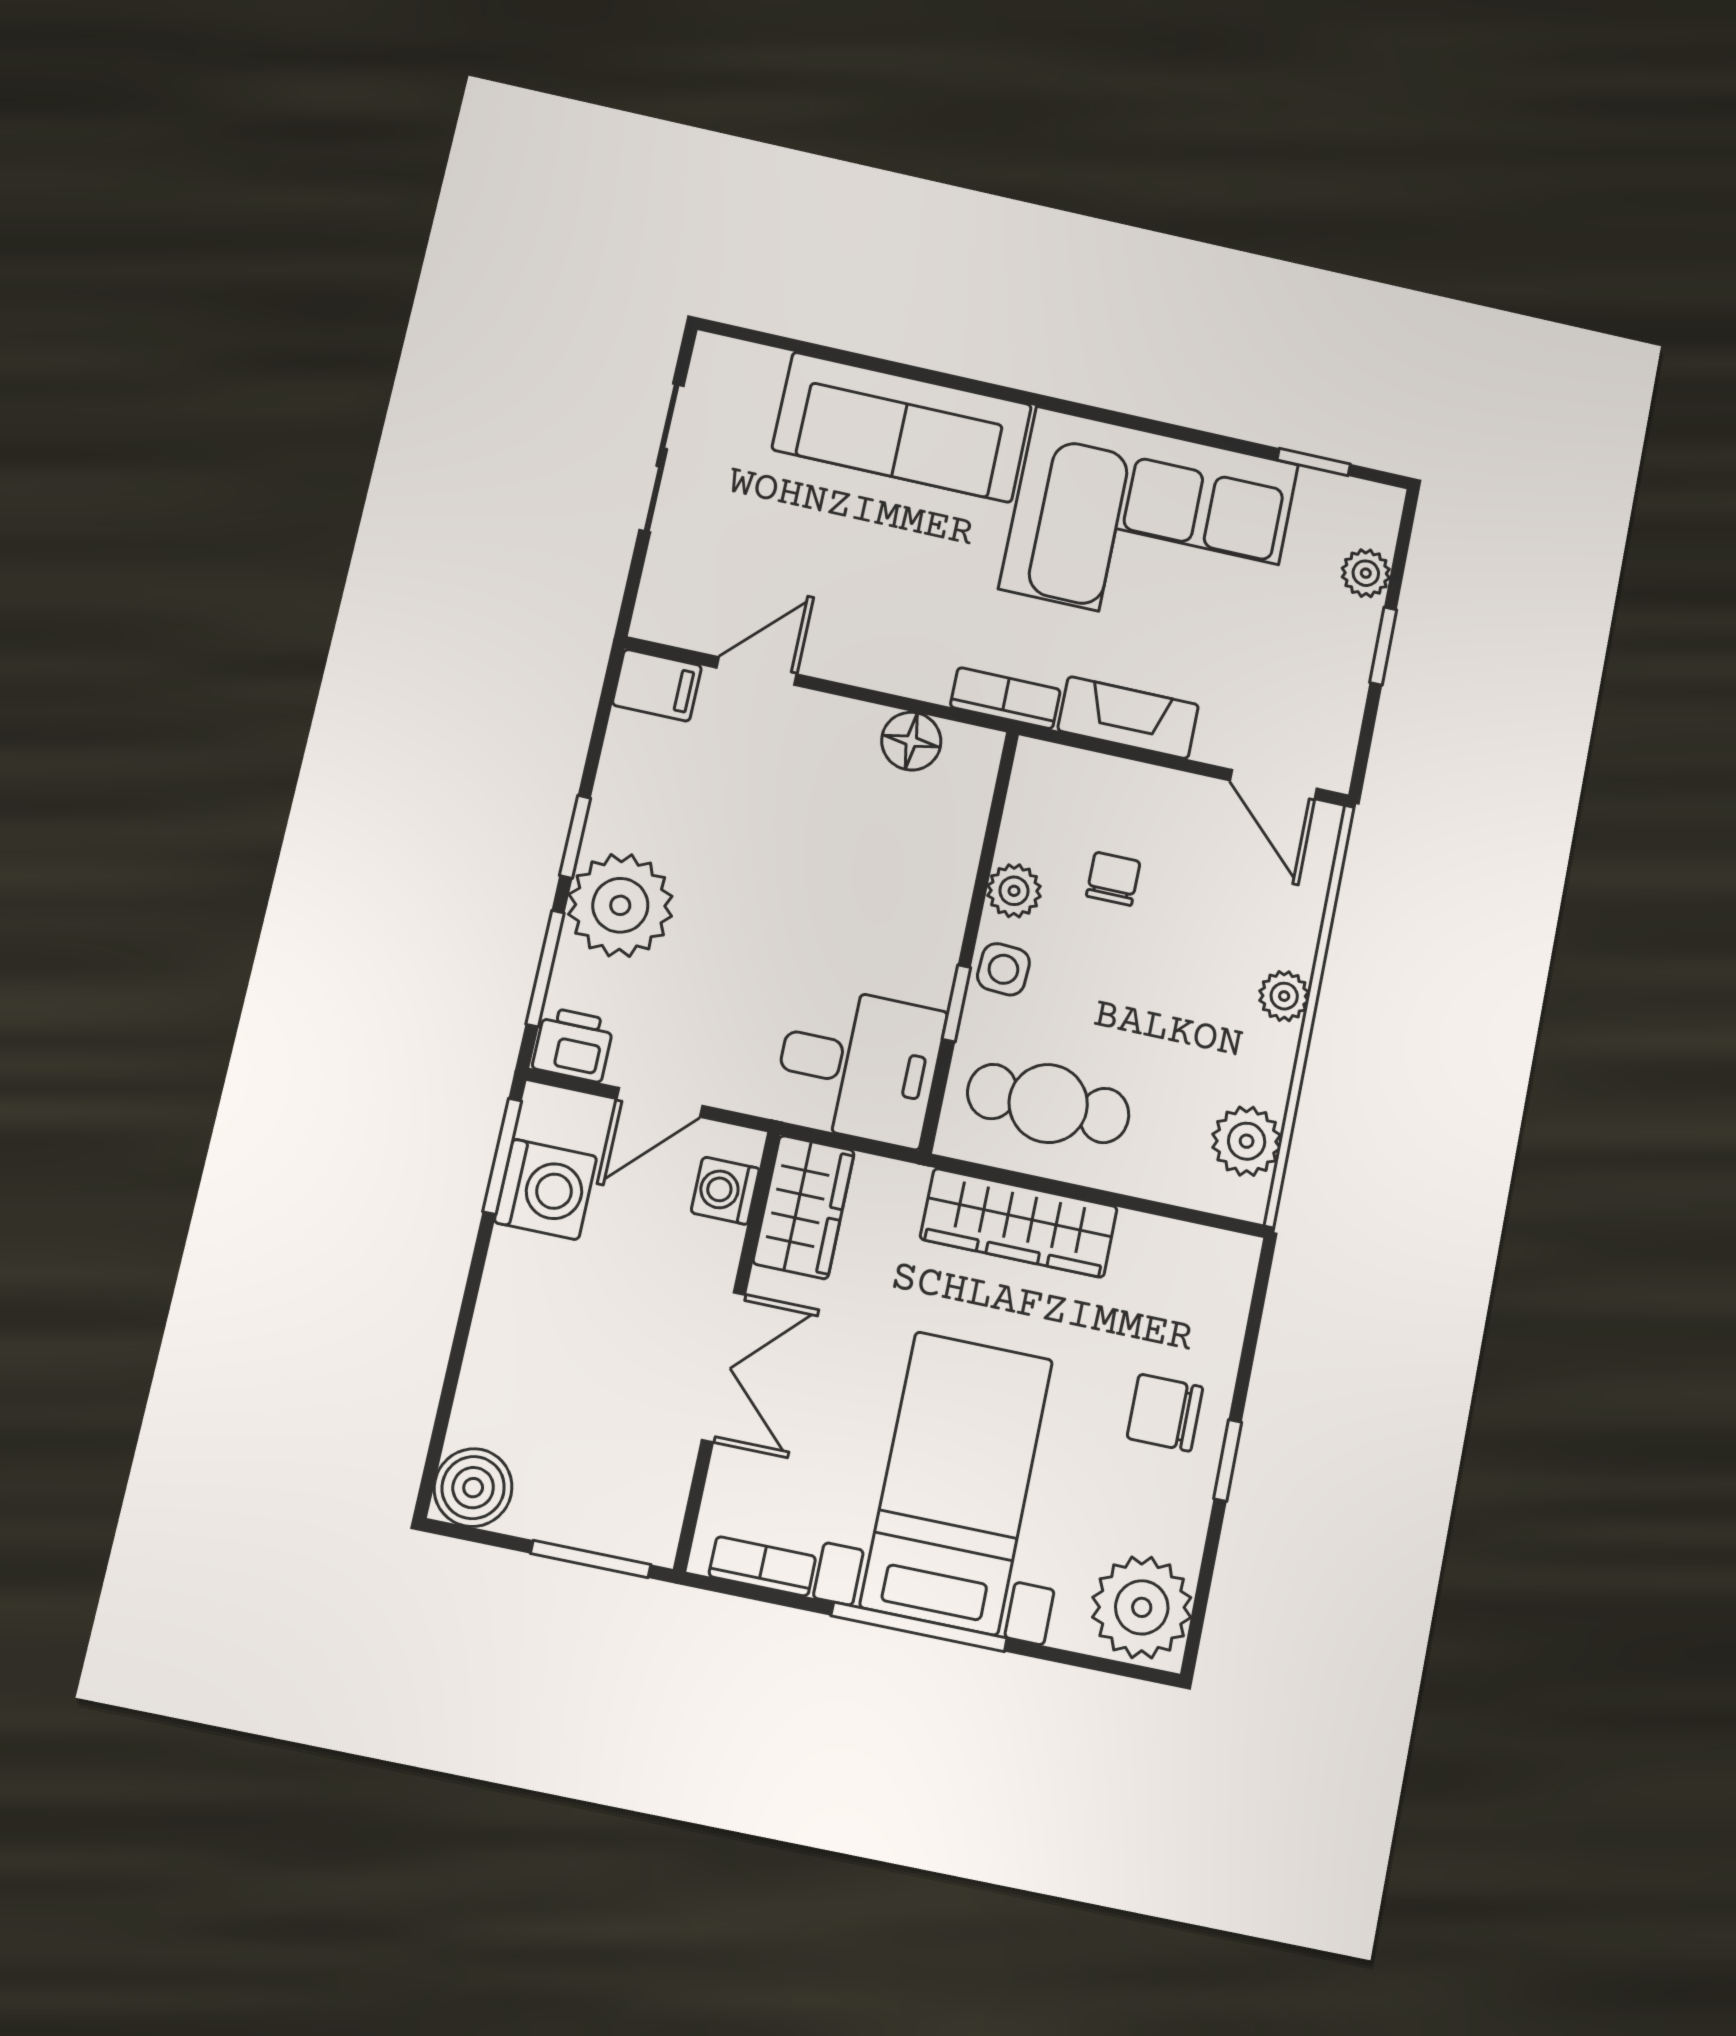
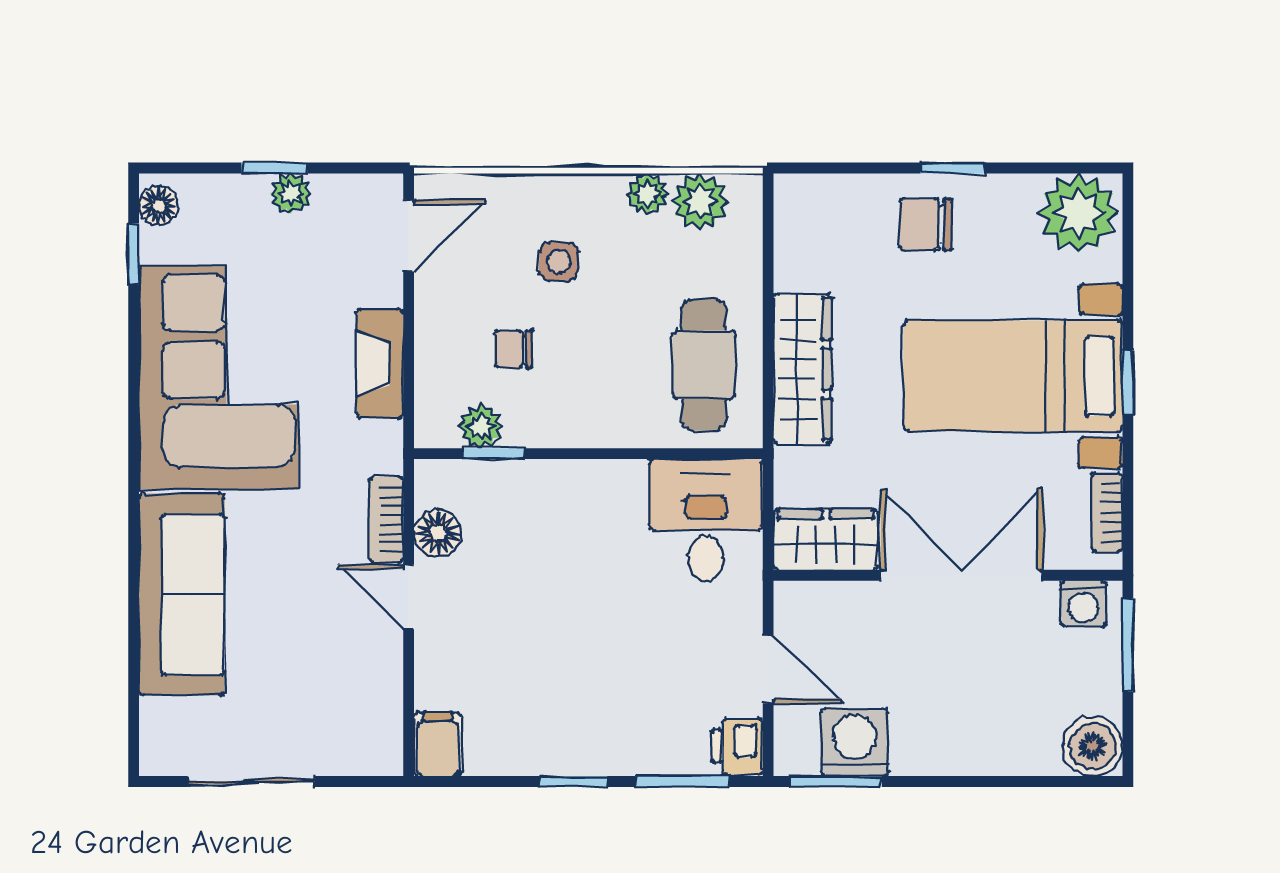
floor lamp: (1364, 503) -> (159, 206), added
plant: (1366, 573) -> (290, 194), moved
door: (757, 671) -> (409, 597), moved
bookcase: (1005, 698) -> (386, 520), moved
plant: (1014, 891) -> (481, 426), moved
plant: (620, 905) -> (620, 734), removed
side table: (1003, 969) -> (559, 262), moved
plant: (1284, 996) -> (647, 194), moved
window: (956, 1003) -> (493, 454), moved
washing machine: (725, 1191) -> (1083, 603), moved
double door: (723, 1367) -> (962, 575), width x1.37
chair: (1165, 1413) -> (926, 224), turned 90
window: (919, 1627) -> (1128, 382), width x0.46

